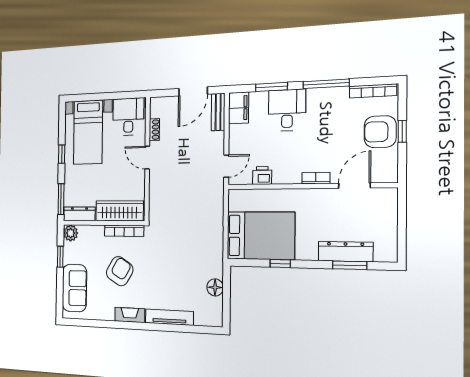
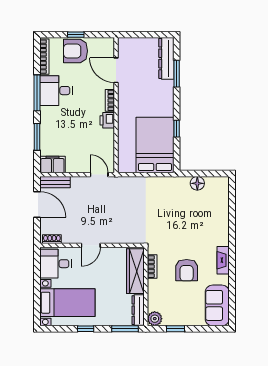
desk: (287, 110) -> (56, 91), moved
shoe rack: (154, 130) -> (52, 239), moved
armchair: (380, 132) -> (76, 51), turned 90
printer: (262, 176) -> (107, 120), moved
bookcase: (124, 231) -> (152, 267), width x0.64
dresser: (345, 252) -> (166, 58), moved
armchair: (120, 271) -> (187, 270), turned -121
sofa: (74, 288) -> (217, 305), moved, turned -90
tv unit: (169, 317) -> (223, 224), removed

